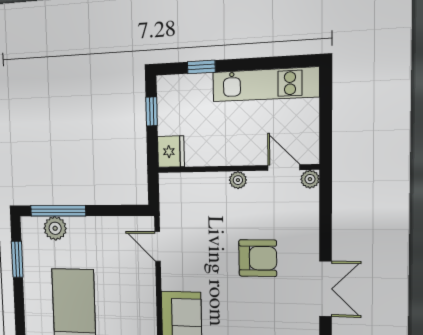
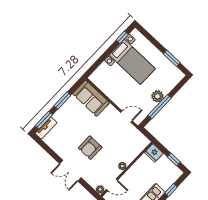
window: (58, 211) -> (160, 107), moved
plant: (55, 228) -> (157, 96), moved
double door: (326, 289) -> (70, 171), moved

